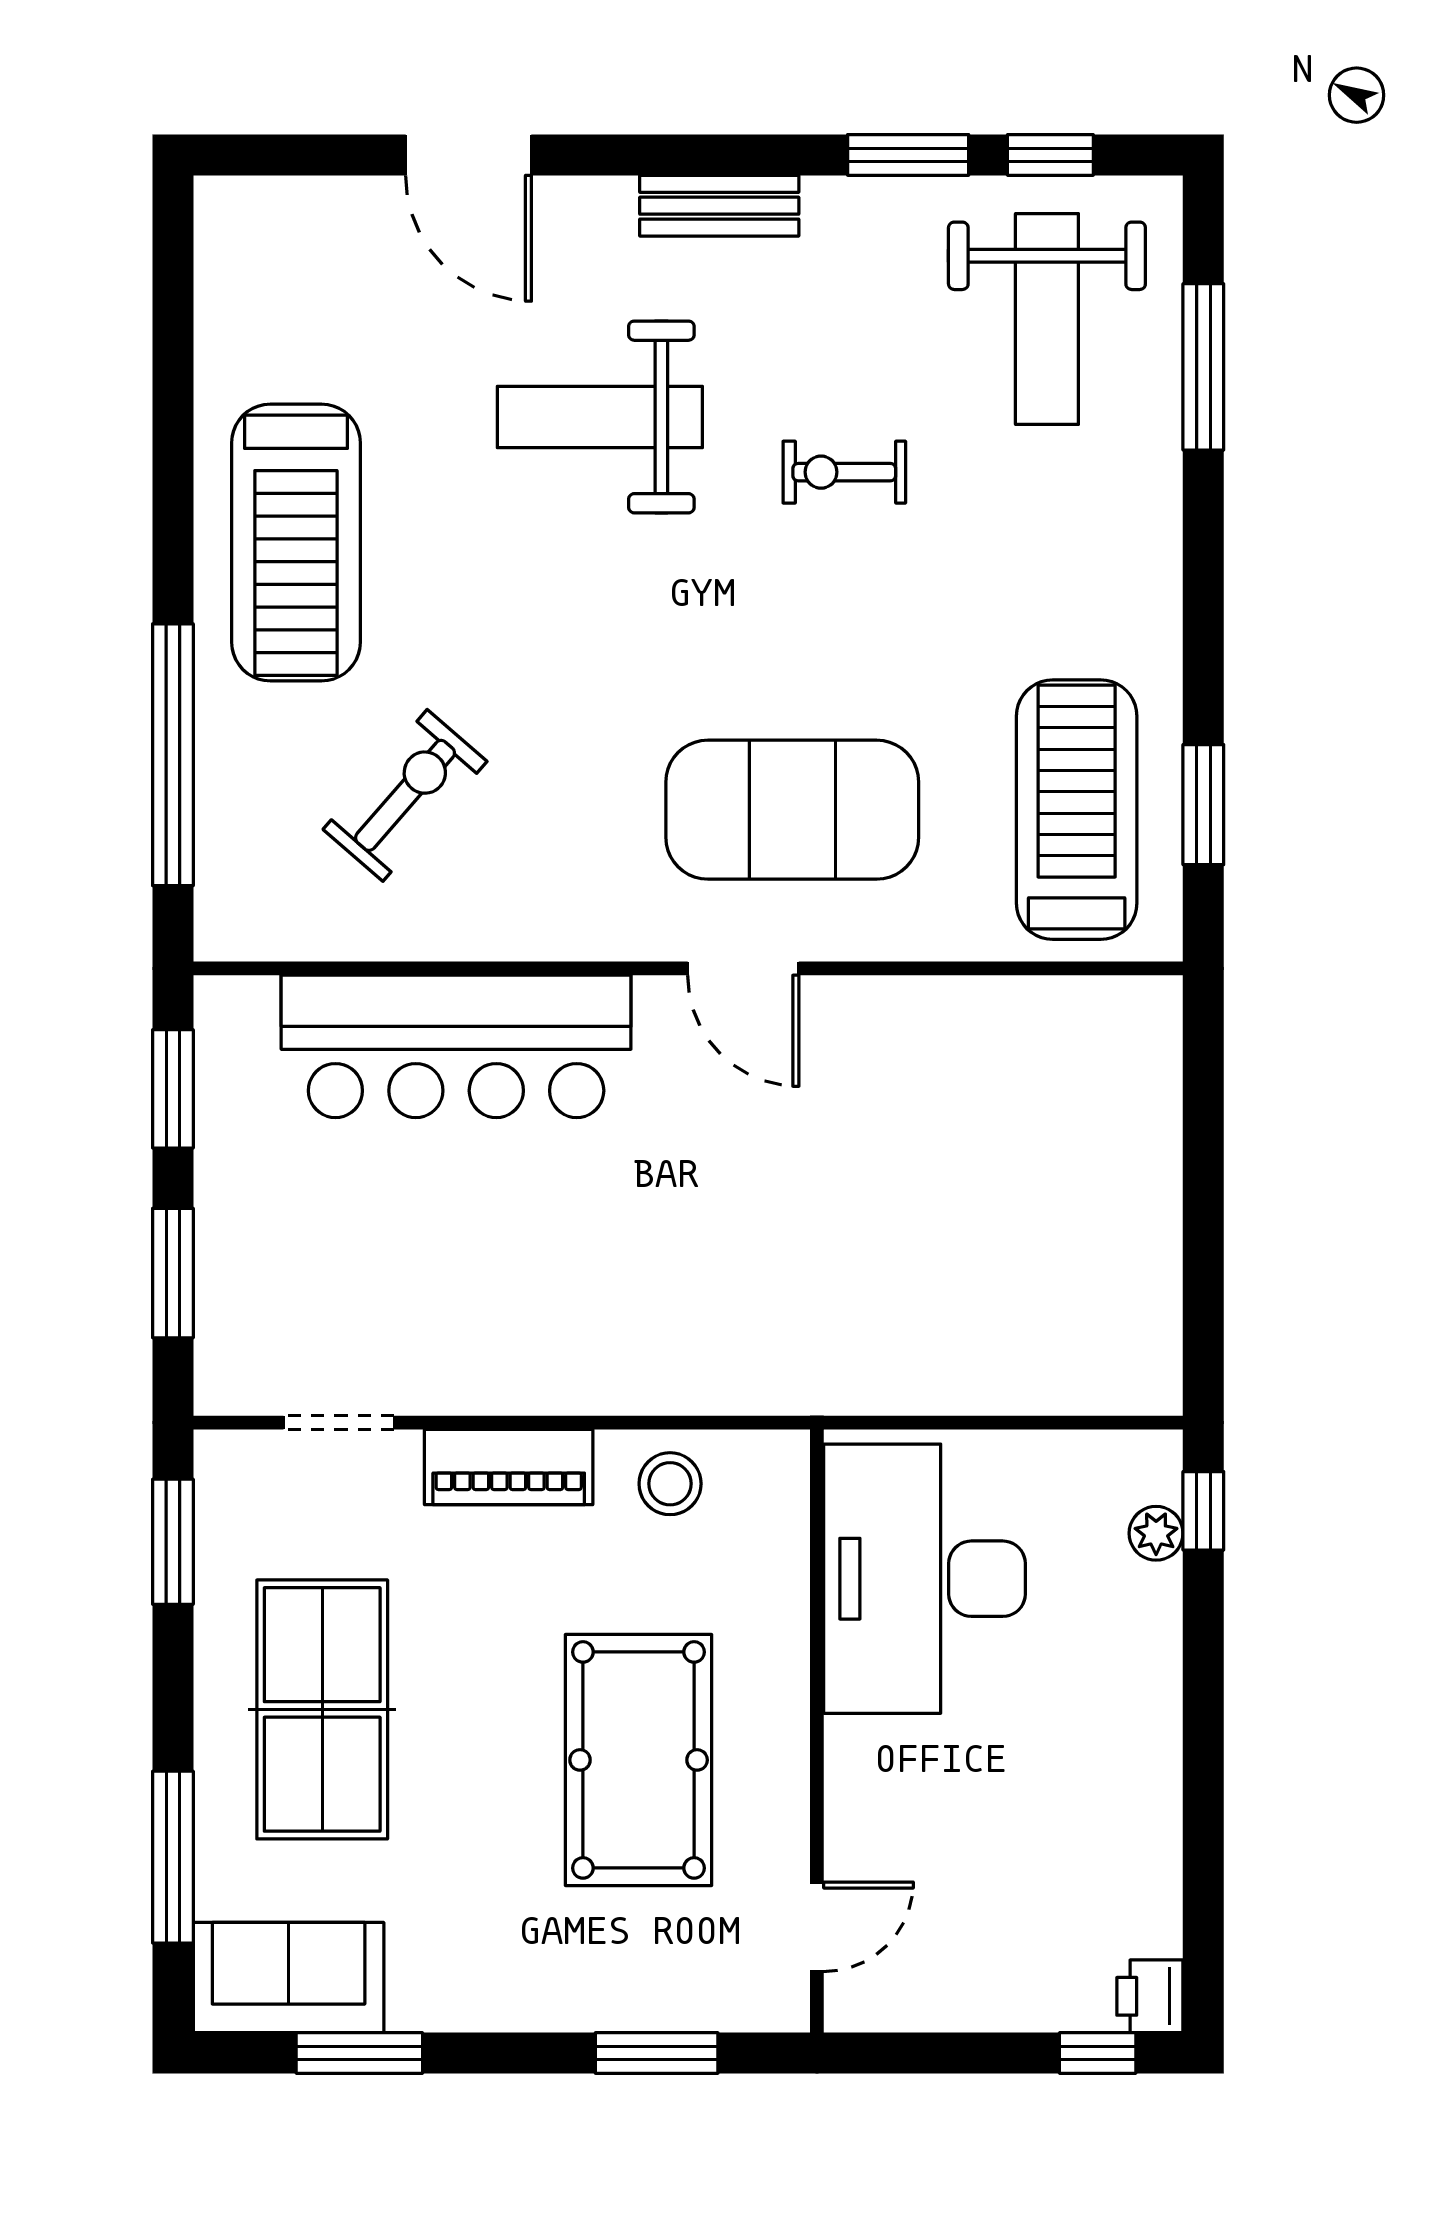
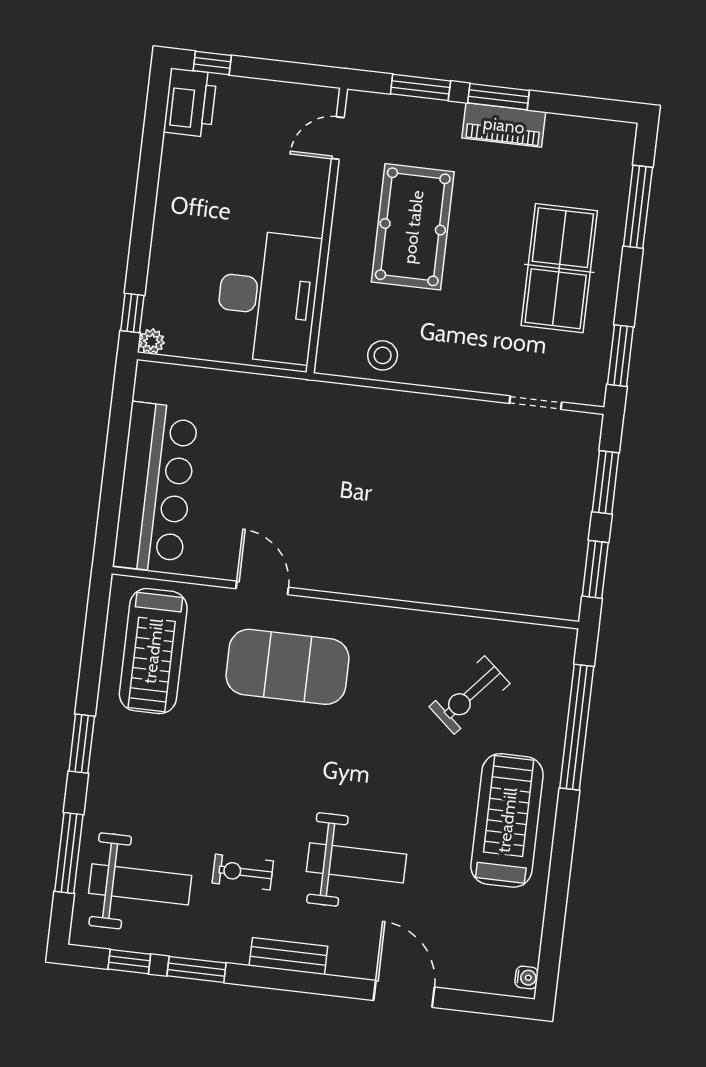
water cooler: (216, 219) -> (527, 977), added
weight bench: (1047, 319) -> (140, 884), turned 90
exercise bike: (844, 472) -> (243, 872), moved, turned 180
window: (1203, 805) -> (82, 744), moved
door: (743, 968) -> (262, 588), moved
bar counter: (456, 1046) -> (156, 487), moved, turned 90
piano: (509, 1467) -> (504, 125), moved, turned 180
plant: (1156, 1533) -> (152, 341), moved
sofa: (289, 1978) -> (590, 143), removed
printer: (1150, 1996) -> (190, 103), width x1.87, depth x1.48
window: (359, 2053) -> (498, 97), moved

